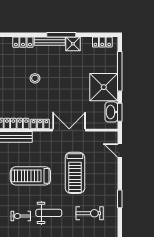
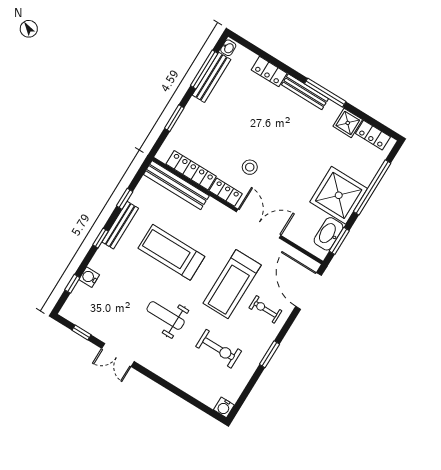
shower: (73, 44) -> (348, 123), moved
stool: (35, 78) -> (250, 167), moved
door: (120, 150) -> (308, 291), width x1.88
weight bench: (49, 213) -> (166, 315), turned 180
exercise bike: (21, 216) -> (265, 309), moved

